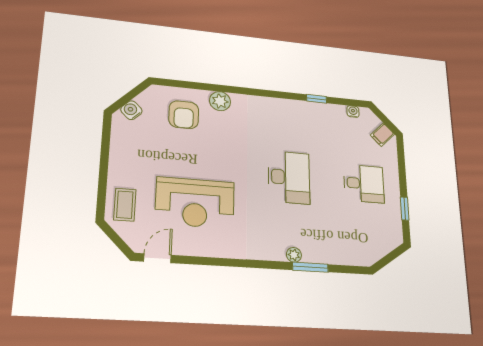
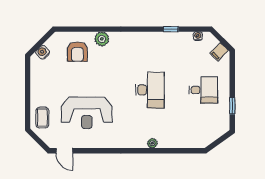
door: (157, 258) -> (64, 151), swing flipped
window: (310, 267) -> (163, 151), removed

